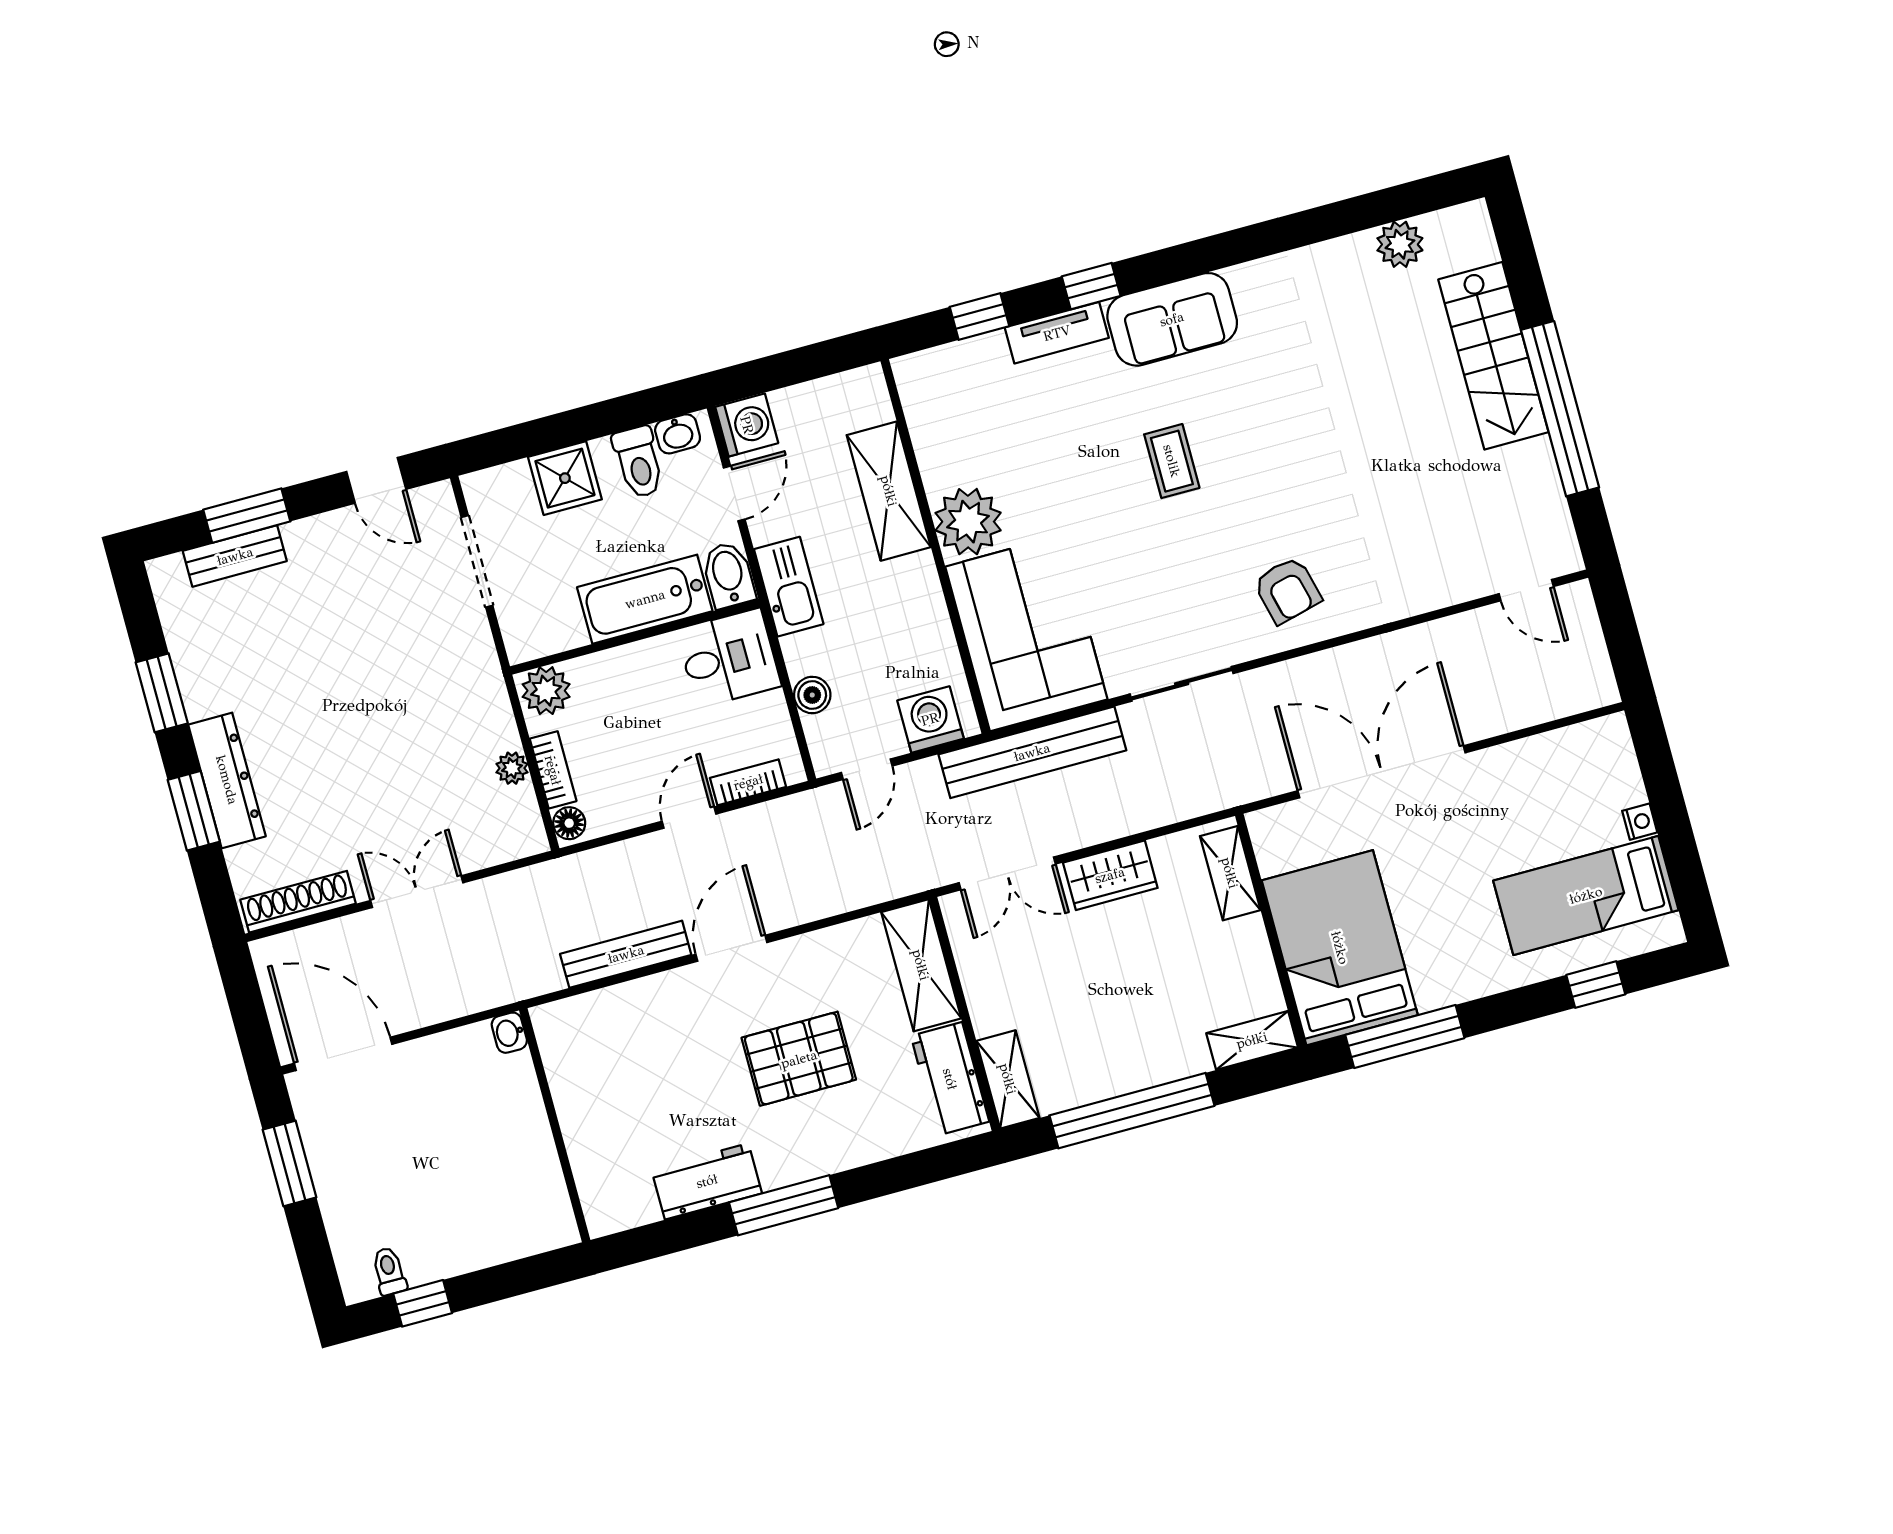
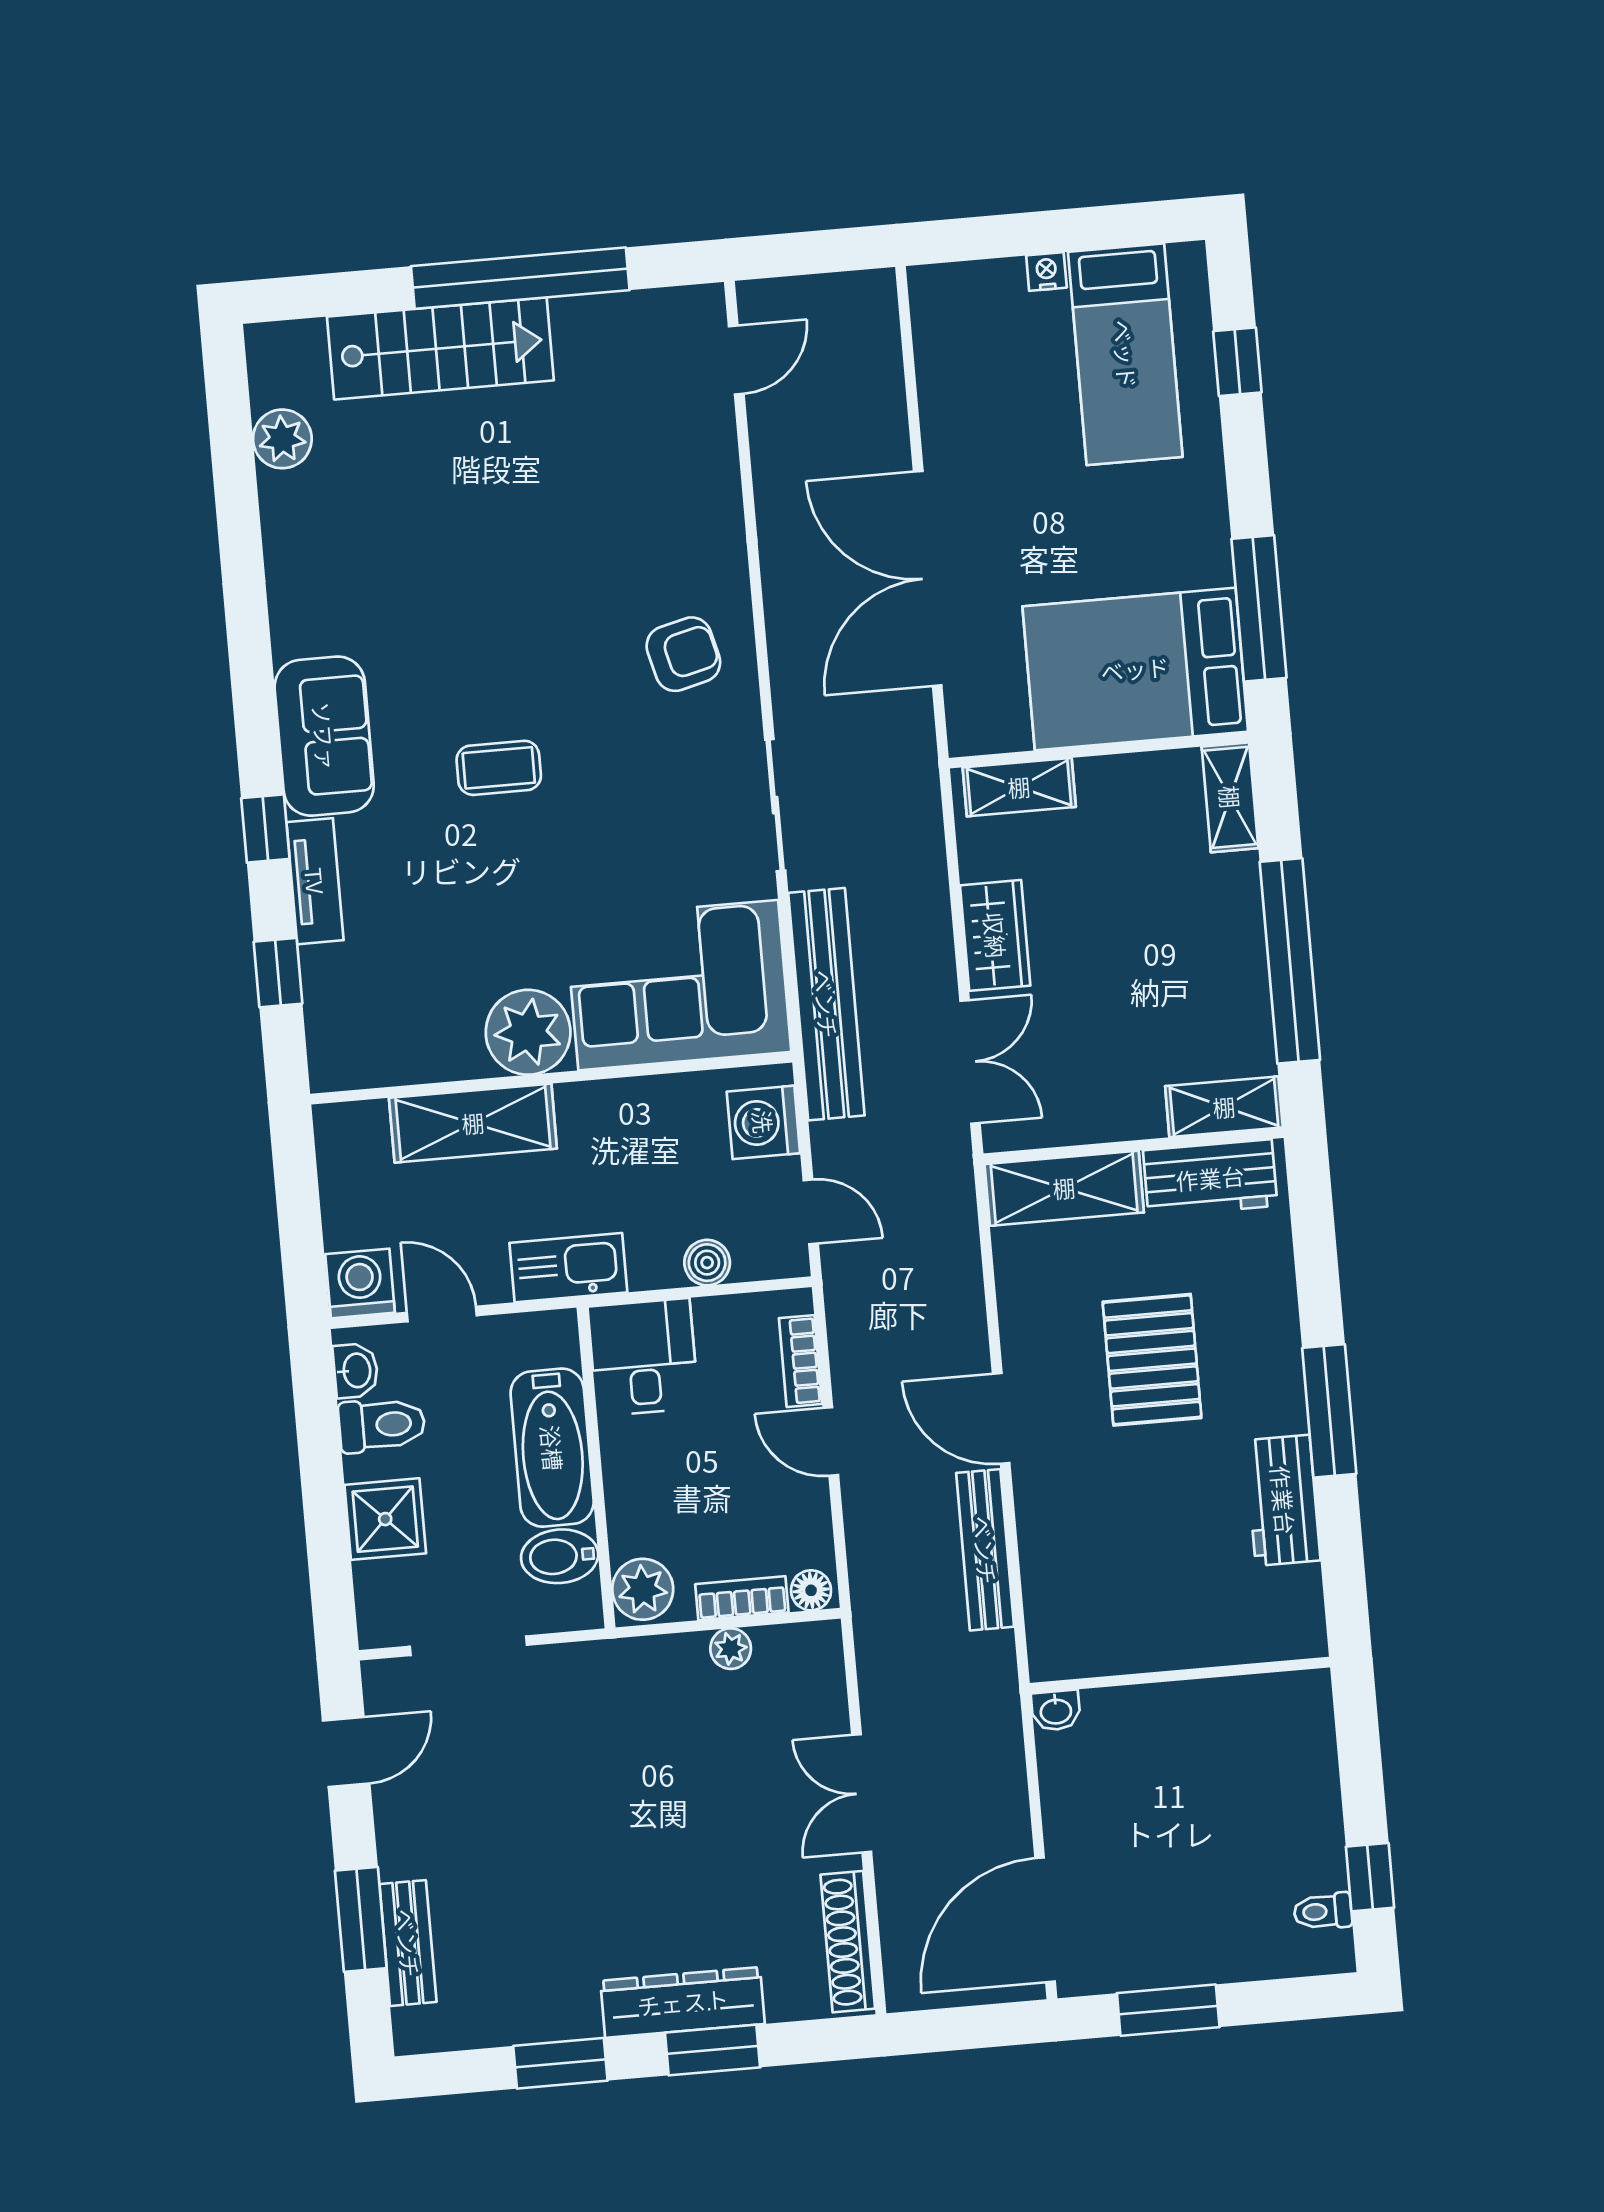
bidet: (728, 575) -> (560, 1556), moved

